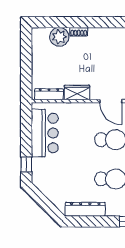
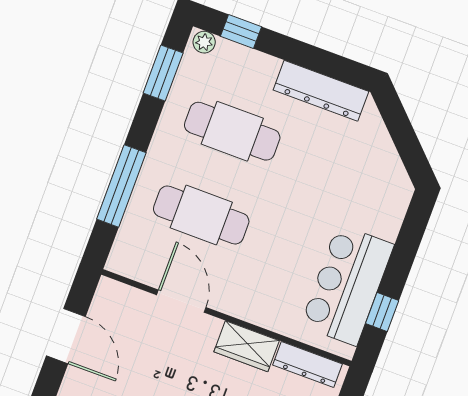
window: (26, 164) -> (382, 312), moved

